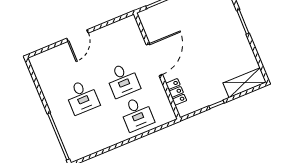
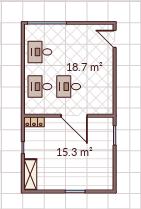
door: (77, 36) -> (115, 39), moved
locker: (176, 92) -> (34, 122), moved
desk: (82, 97) -> (40, 52), moved

